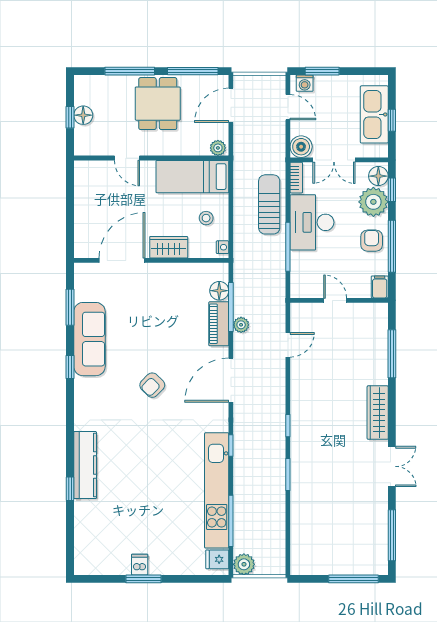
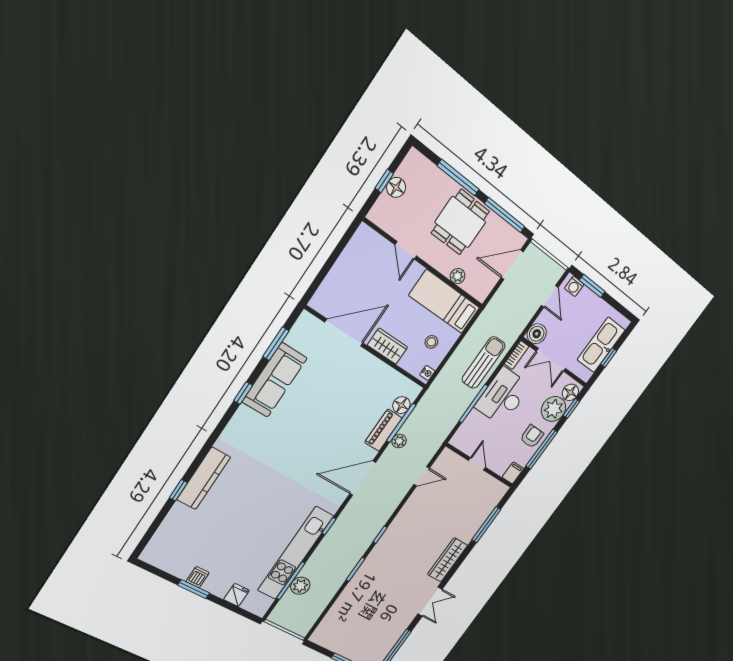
plant: (218, 148) -> (458, 276), moved
armchair: (152, 385) -> (300, 447), removed
fridge: (217, 559) -> (236, 595), moved, turned 90
plant: (244, 564) -> (300, 586), moved

